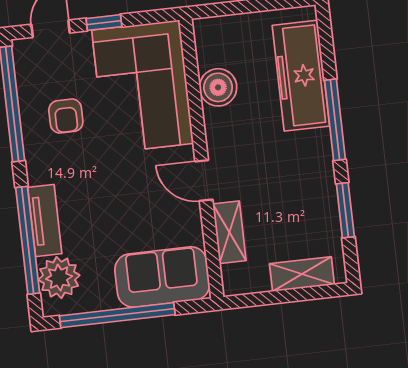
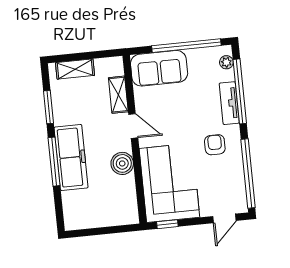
window: (104, 23) -> (167, 224), moved
freezer: (301, 76) -> (71, 157), moved
boiler: (218, 87) -> (122, 163), moved
armchair: (66, 116) -> (215, 145), moved
plant: (59, 278) -> (226, 62), width x0.53, depth x0.53

